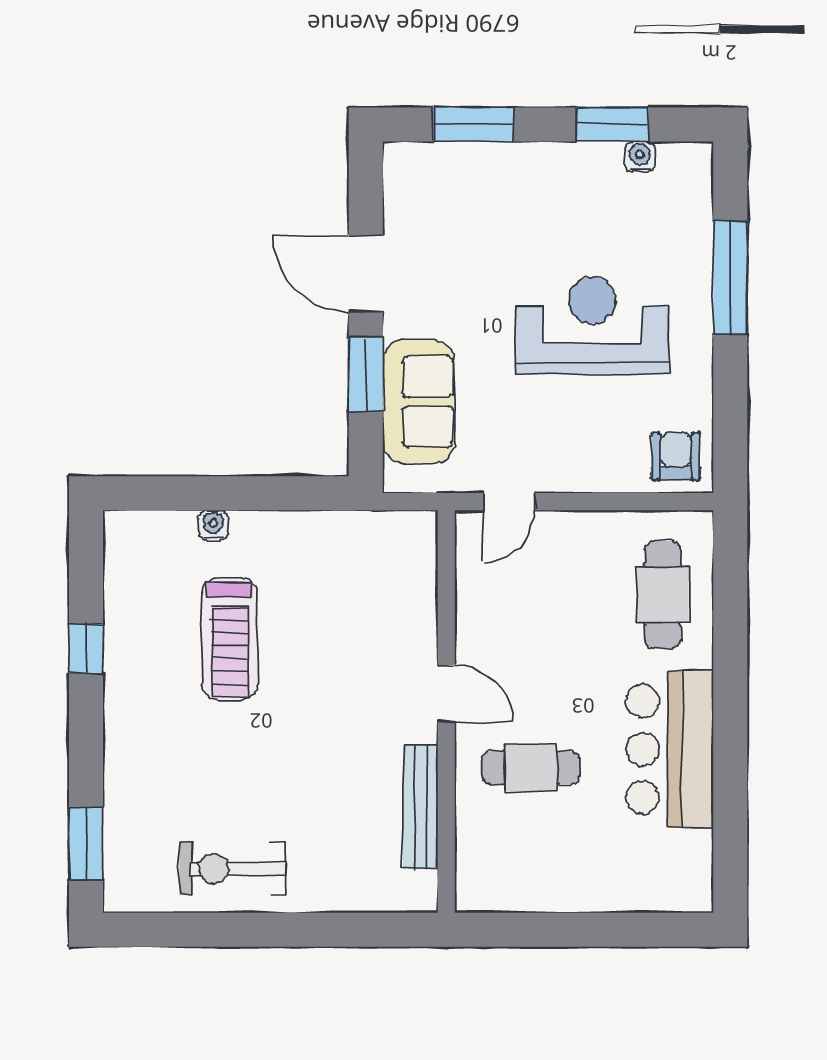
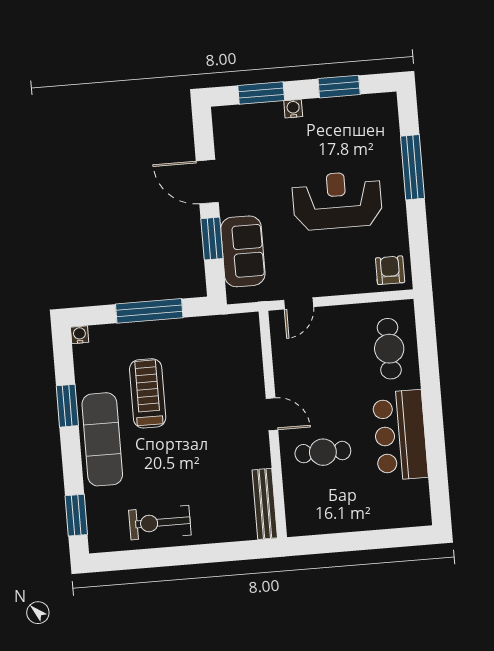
water cooler: (640, 157) -> (293, 109), moved
window: (244, 493) -> (149, 311), added
water cooler: (213, 525) -> (80, 335), moved
treadmill: (230, 639) -> (148, 393), turned 180
window: (86, 649) -> (67, 406), width x1.50
exercise mat: (143, 713) -> (102, 439), added
bench: (420, 807) -> (265, 504), moved

